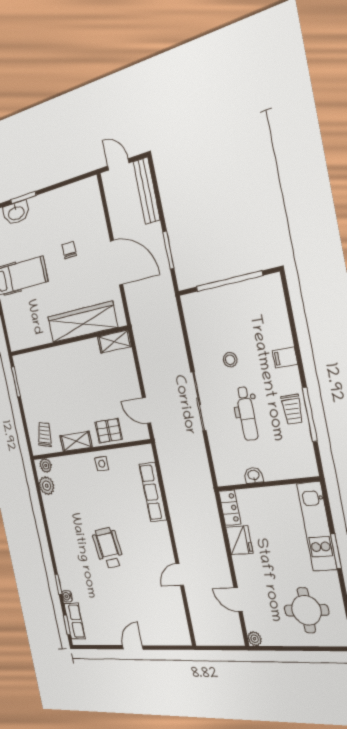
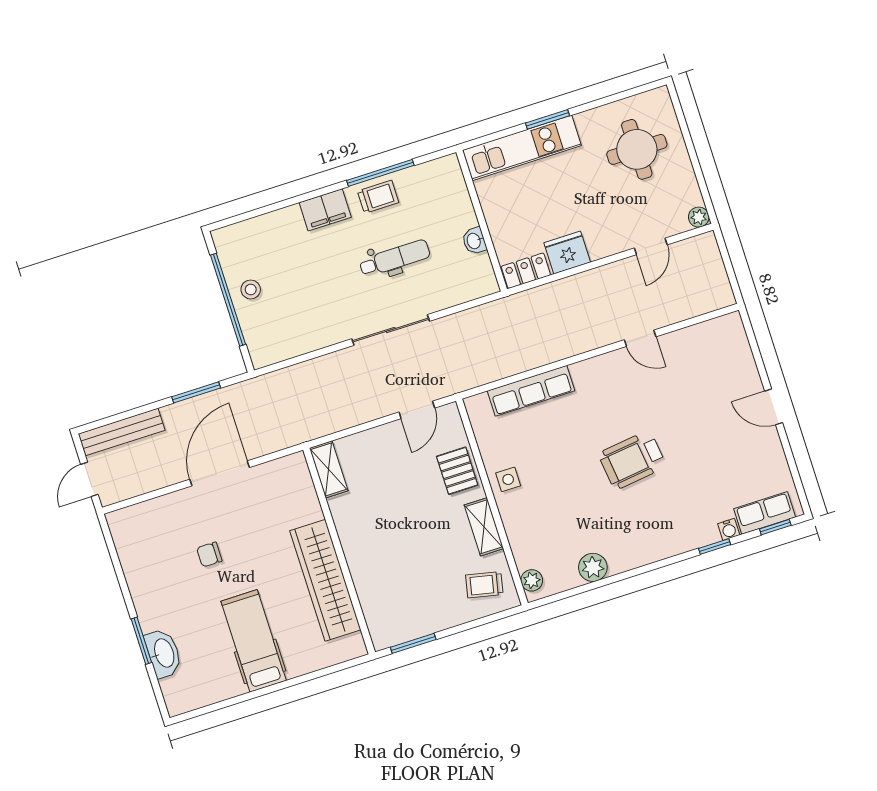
wardrobe: (82, 322) -> (325, 580), moved
filing cabinet: (285, 357) -> (325, 210), width x2.00
stool: (230, 360) -> (251, 289), moved
plant: (47, 486) -> (593, 567), moved

